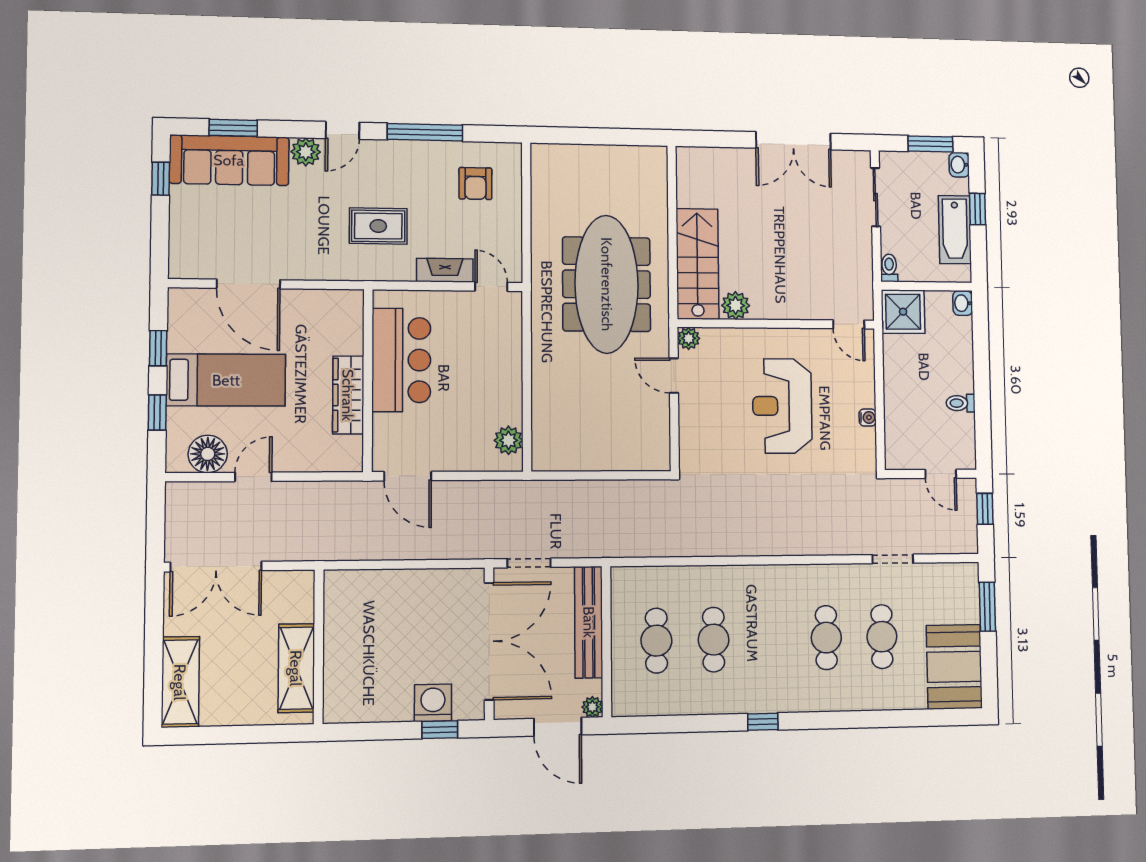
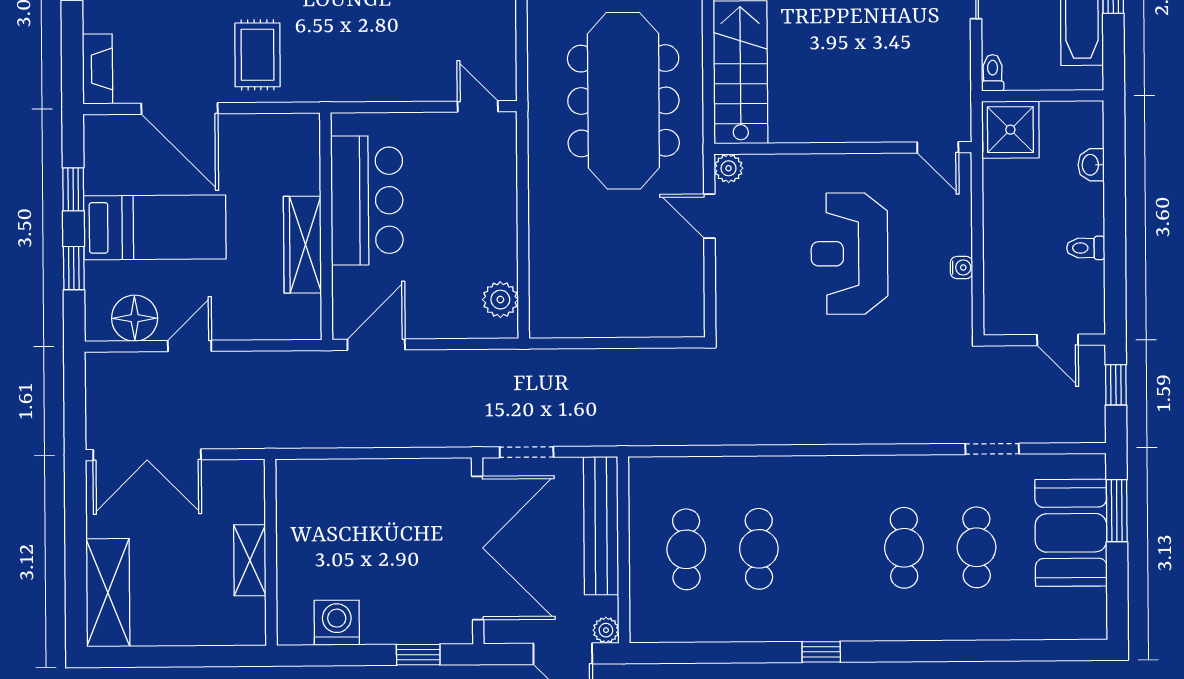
rug: (378, 226) -> (257, 55), moved, turned 90
fireplace: (445, 270) -> (98, 69), moved, turned 90
washbasin: (963, 303) -> (1091, 165), moved
plant: (736, 305) -> (790, 125), removed
door: (408, 476) -> (376, 345), swing flipped
booth: (954, 667) -> (1071, 533), moved
shelving: (296, 668) -> (250, 560), width x0.67, depth x0.75
washing machine: (433, 703) -> (337, 623), moved

